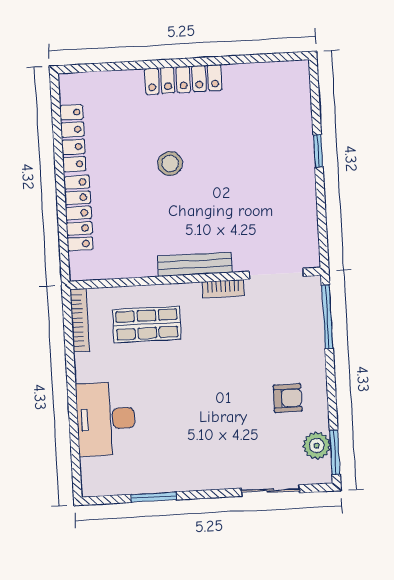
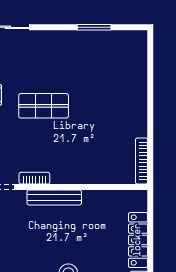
shop shelf: (147, 324) -> (44, 106), moved
desk: (106, 419) -> (126, 87), removed

